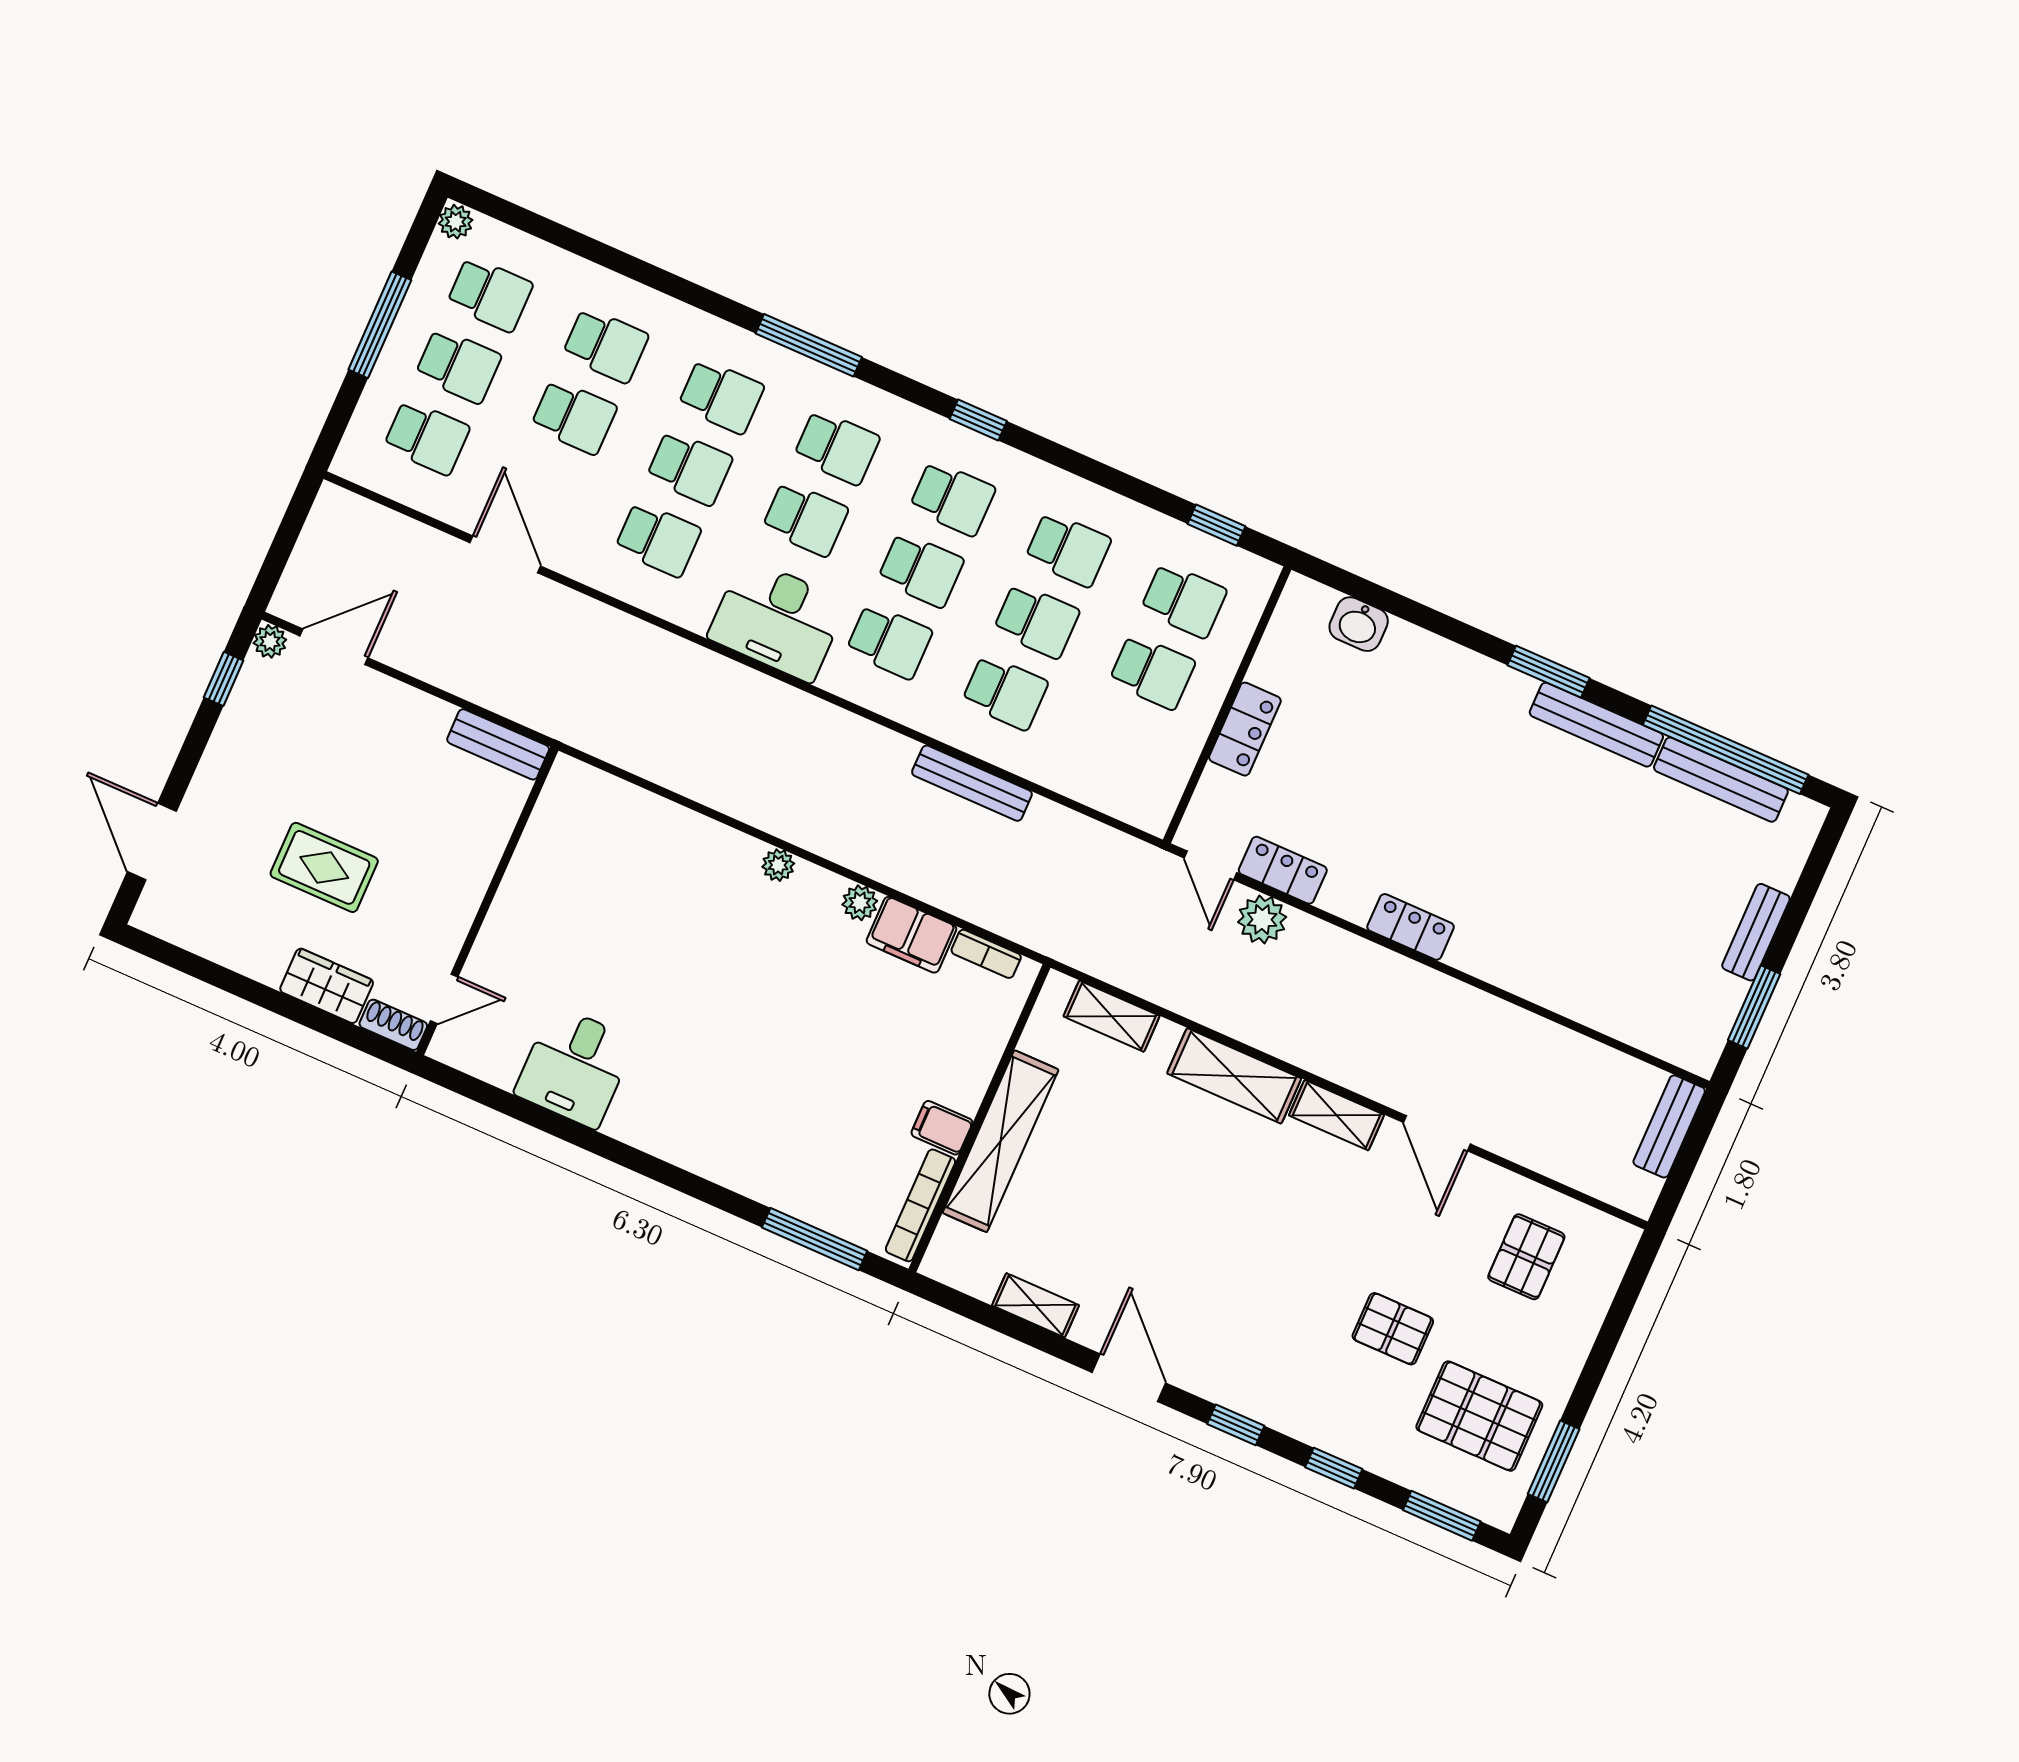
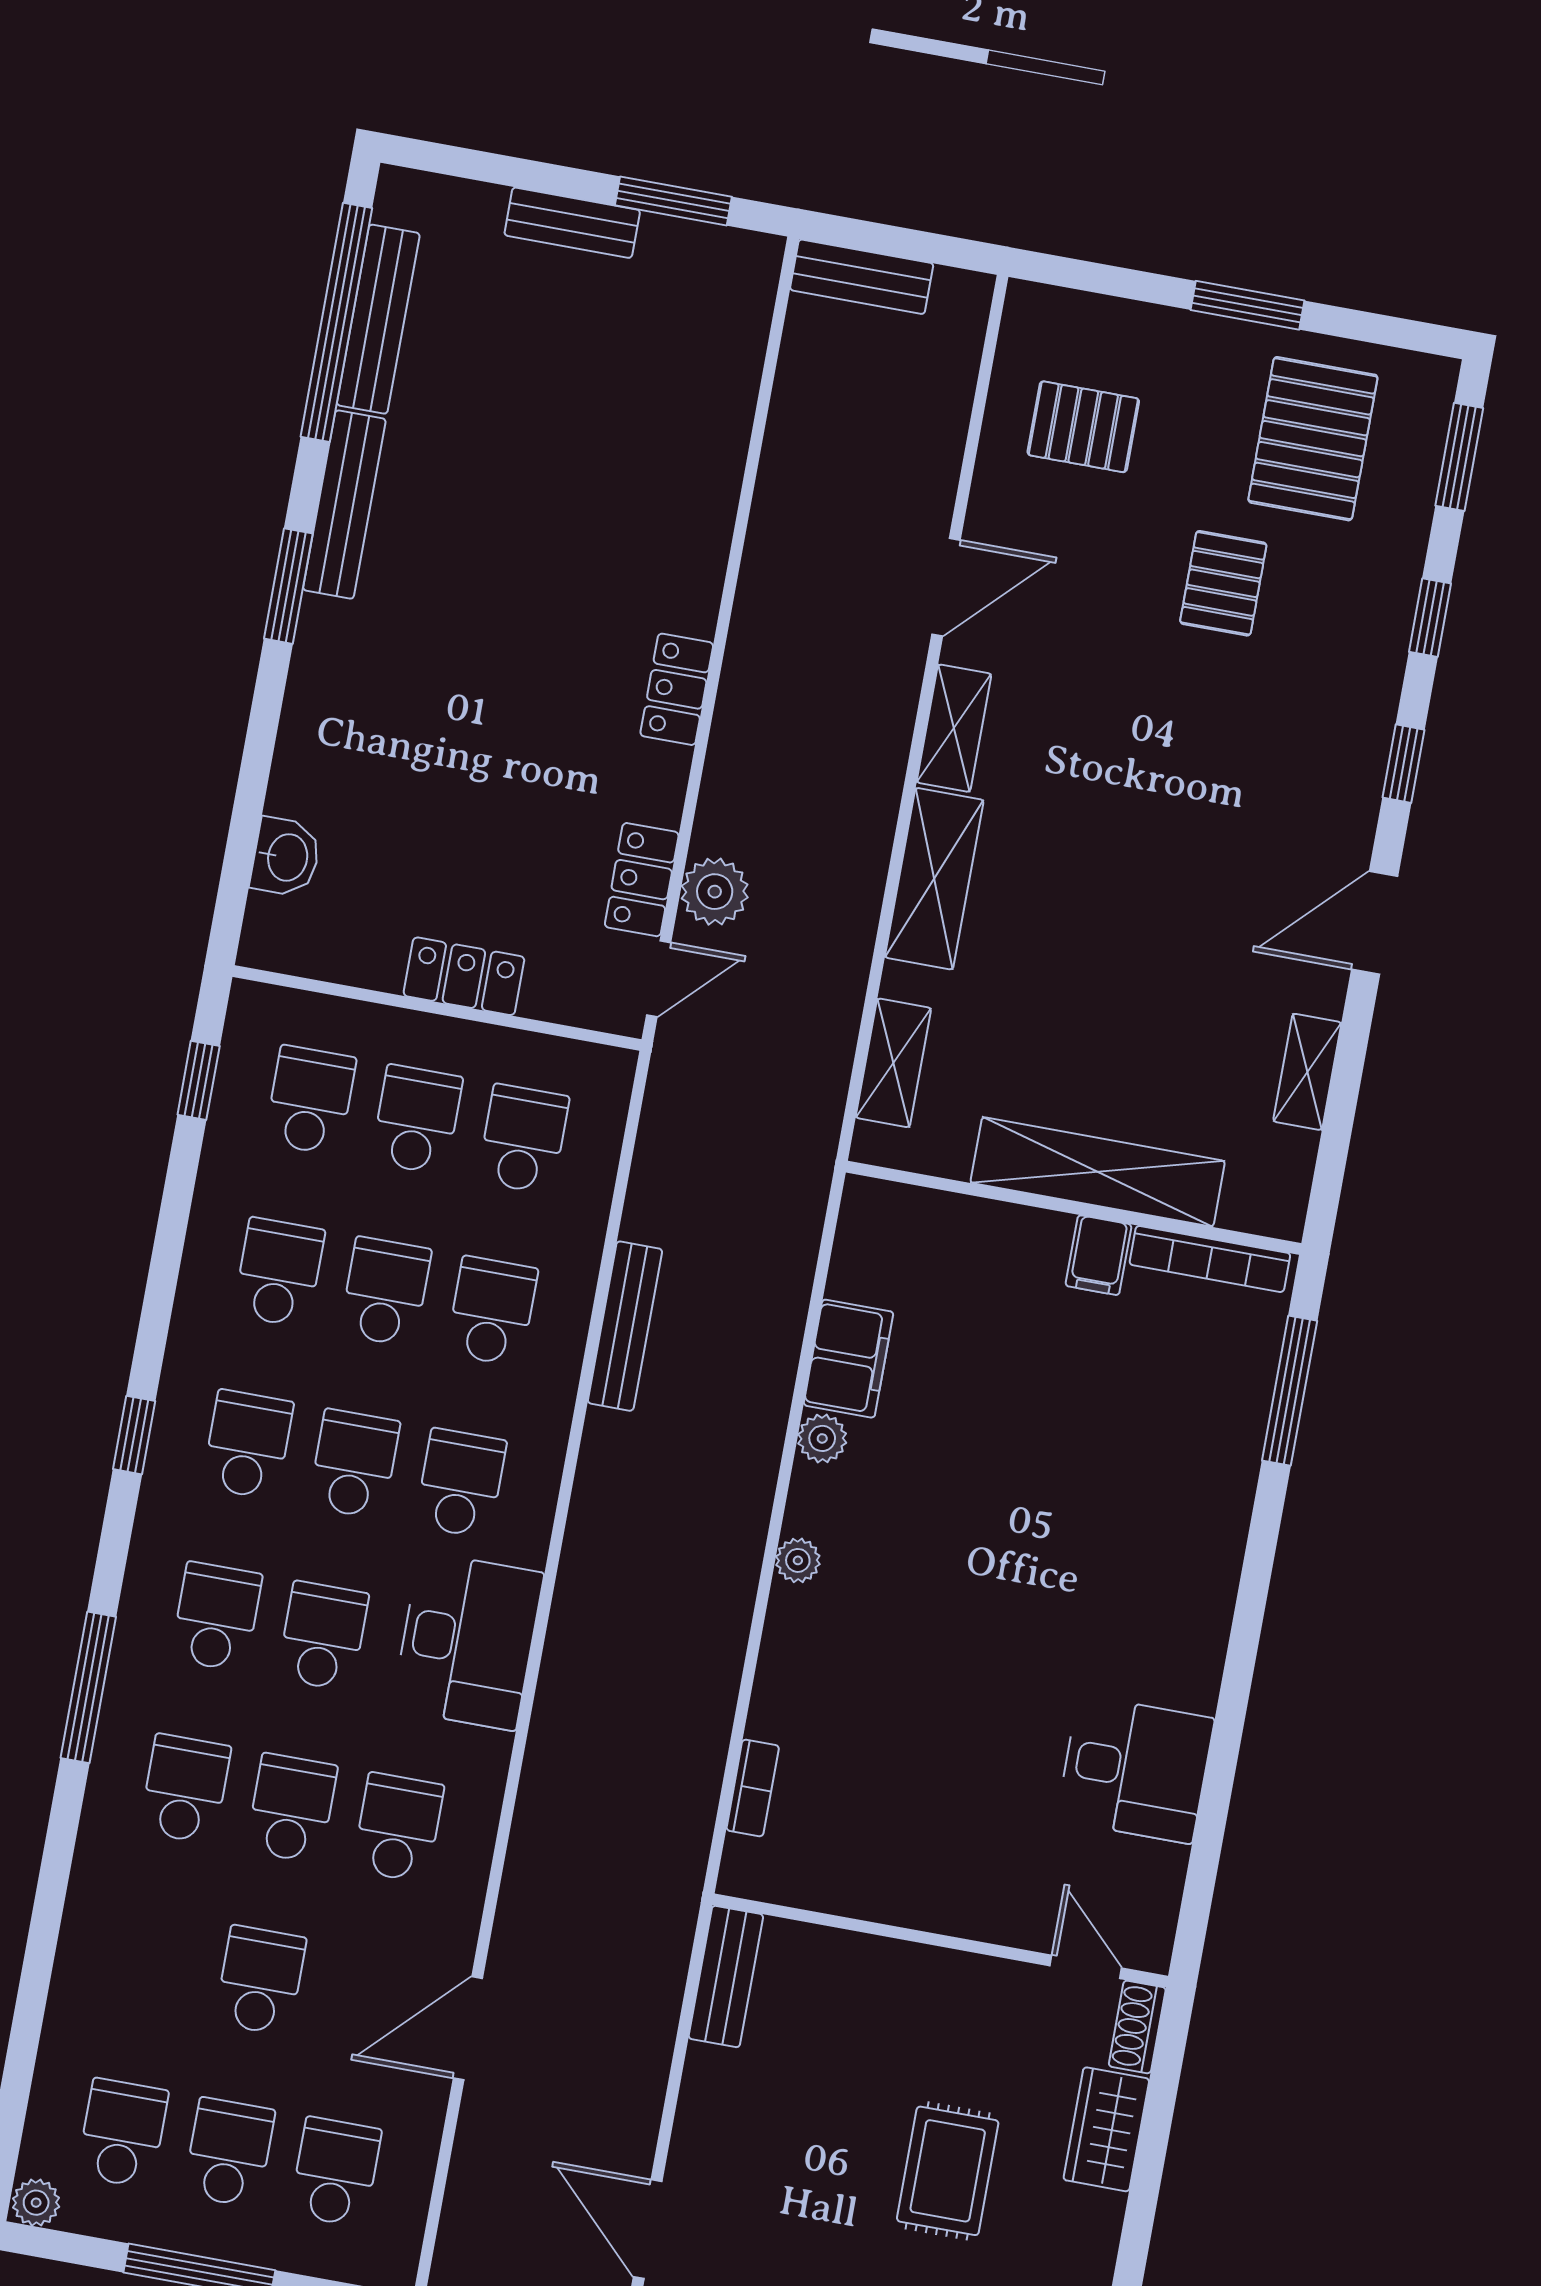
school desk: (605, 345) -> (523, 1139), moved
bookcase: (986, 954) -> (753, 1788), moved
window: (1554, 1461) -> (1248, 305), moved

